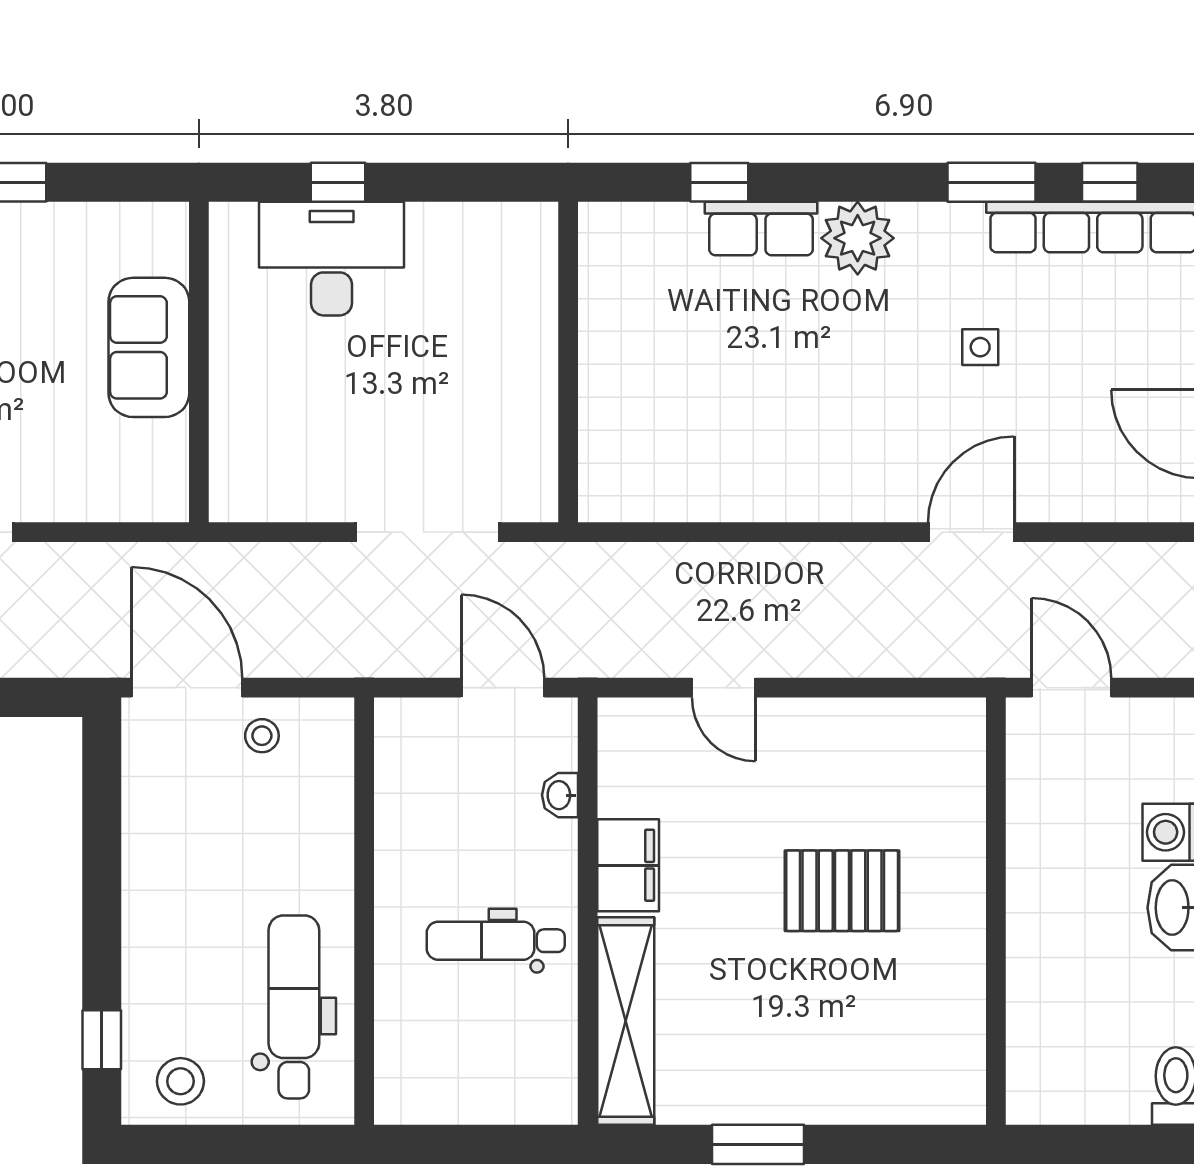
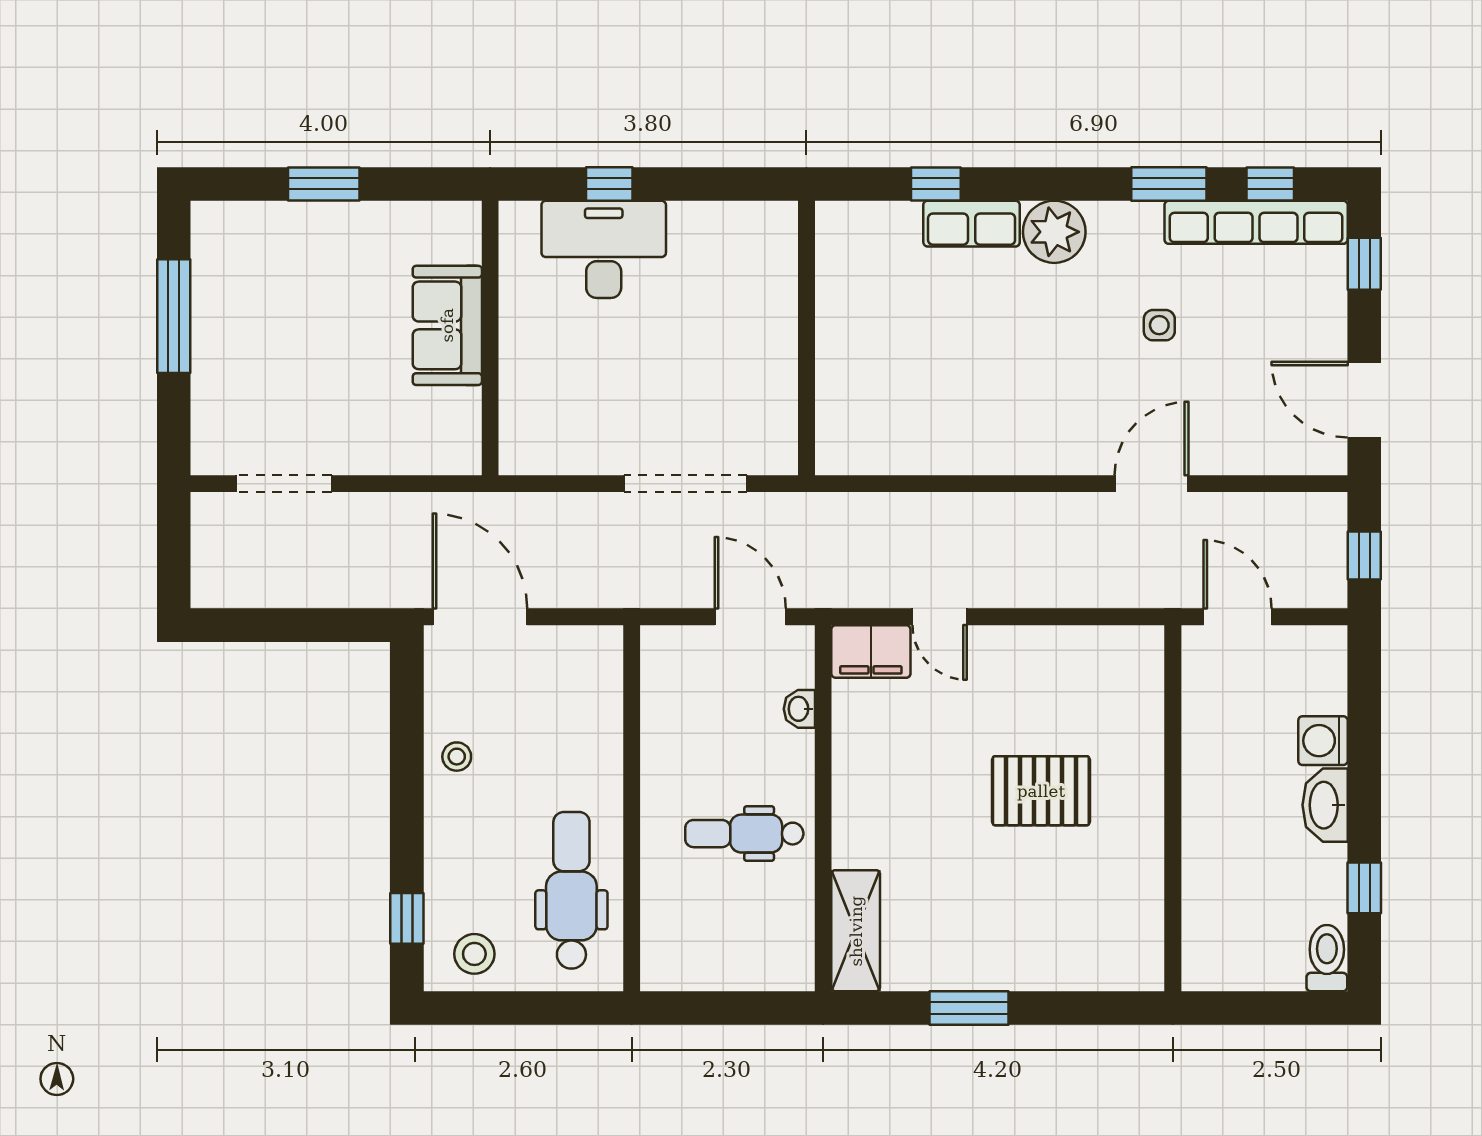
stool: (262, 736) -> (457, 757), moved
filing cabinet: (628, 865) -> (871, 651), moved, turned 90
shelving: (626, 1021) -> (856, 931), width x0.68

